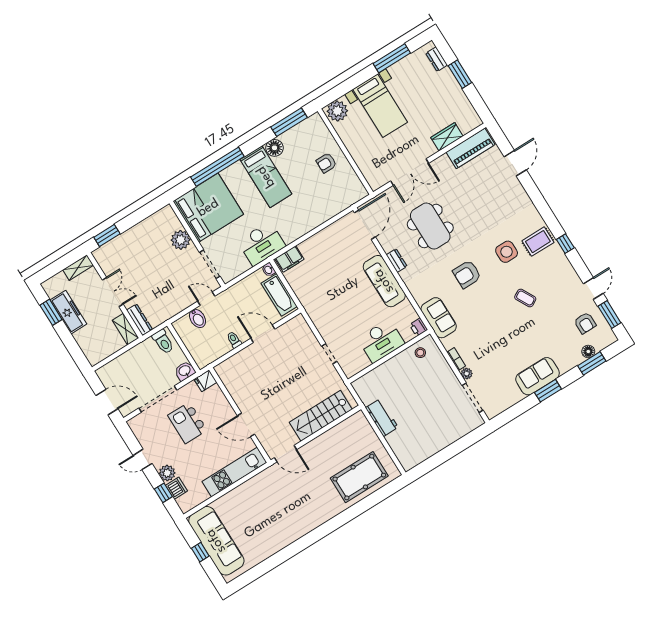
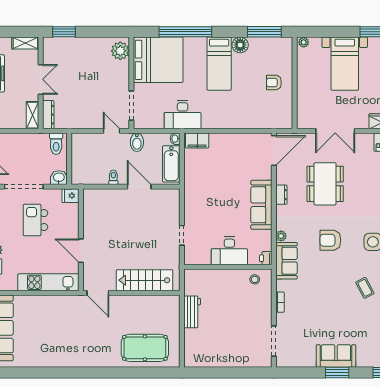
plant: (337, 111) -> (304, 42), width x0.53, depth x0.53
plant: (181, 240) -> (120, 51), moved
bidet: (197, 318) -> (137, 142), moved
plant: (467, 374) -> (281, 236), moved

